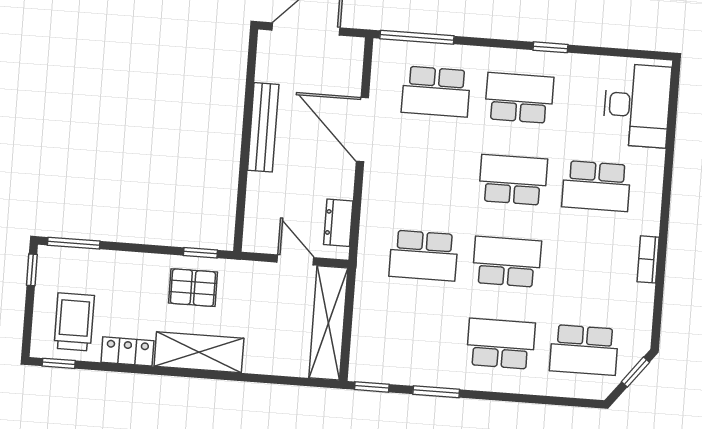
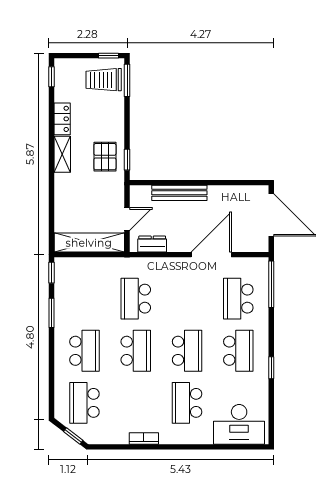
bench: (263, 127) -> (179, 193), moved
trolley: (74, 322) -> (104, 80), moved, turned 180
shelving: (199, 352) -> (62, 154), width x0.67, depth x0.75

